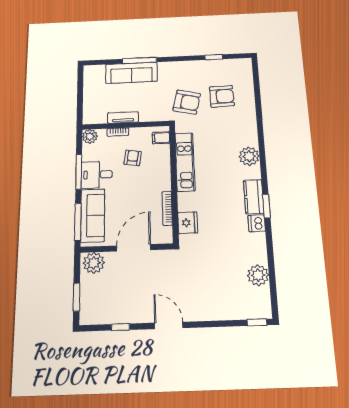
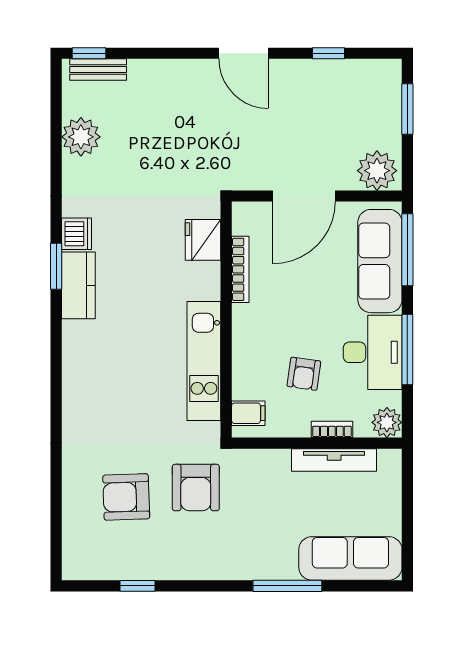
sofa: (131, 73) -> (350, 558), moved
armchair: (187, 102) -> (196, 488), turned -103
tv unit: (123, 118) -> (334, 460), width x1.41
plant: (249, 156) -> (81, 367), removed
desk: (97, 175) -> (373, 352), width x1.37
bench: (251, 313) -> (98, 70), added

